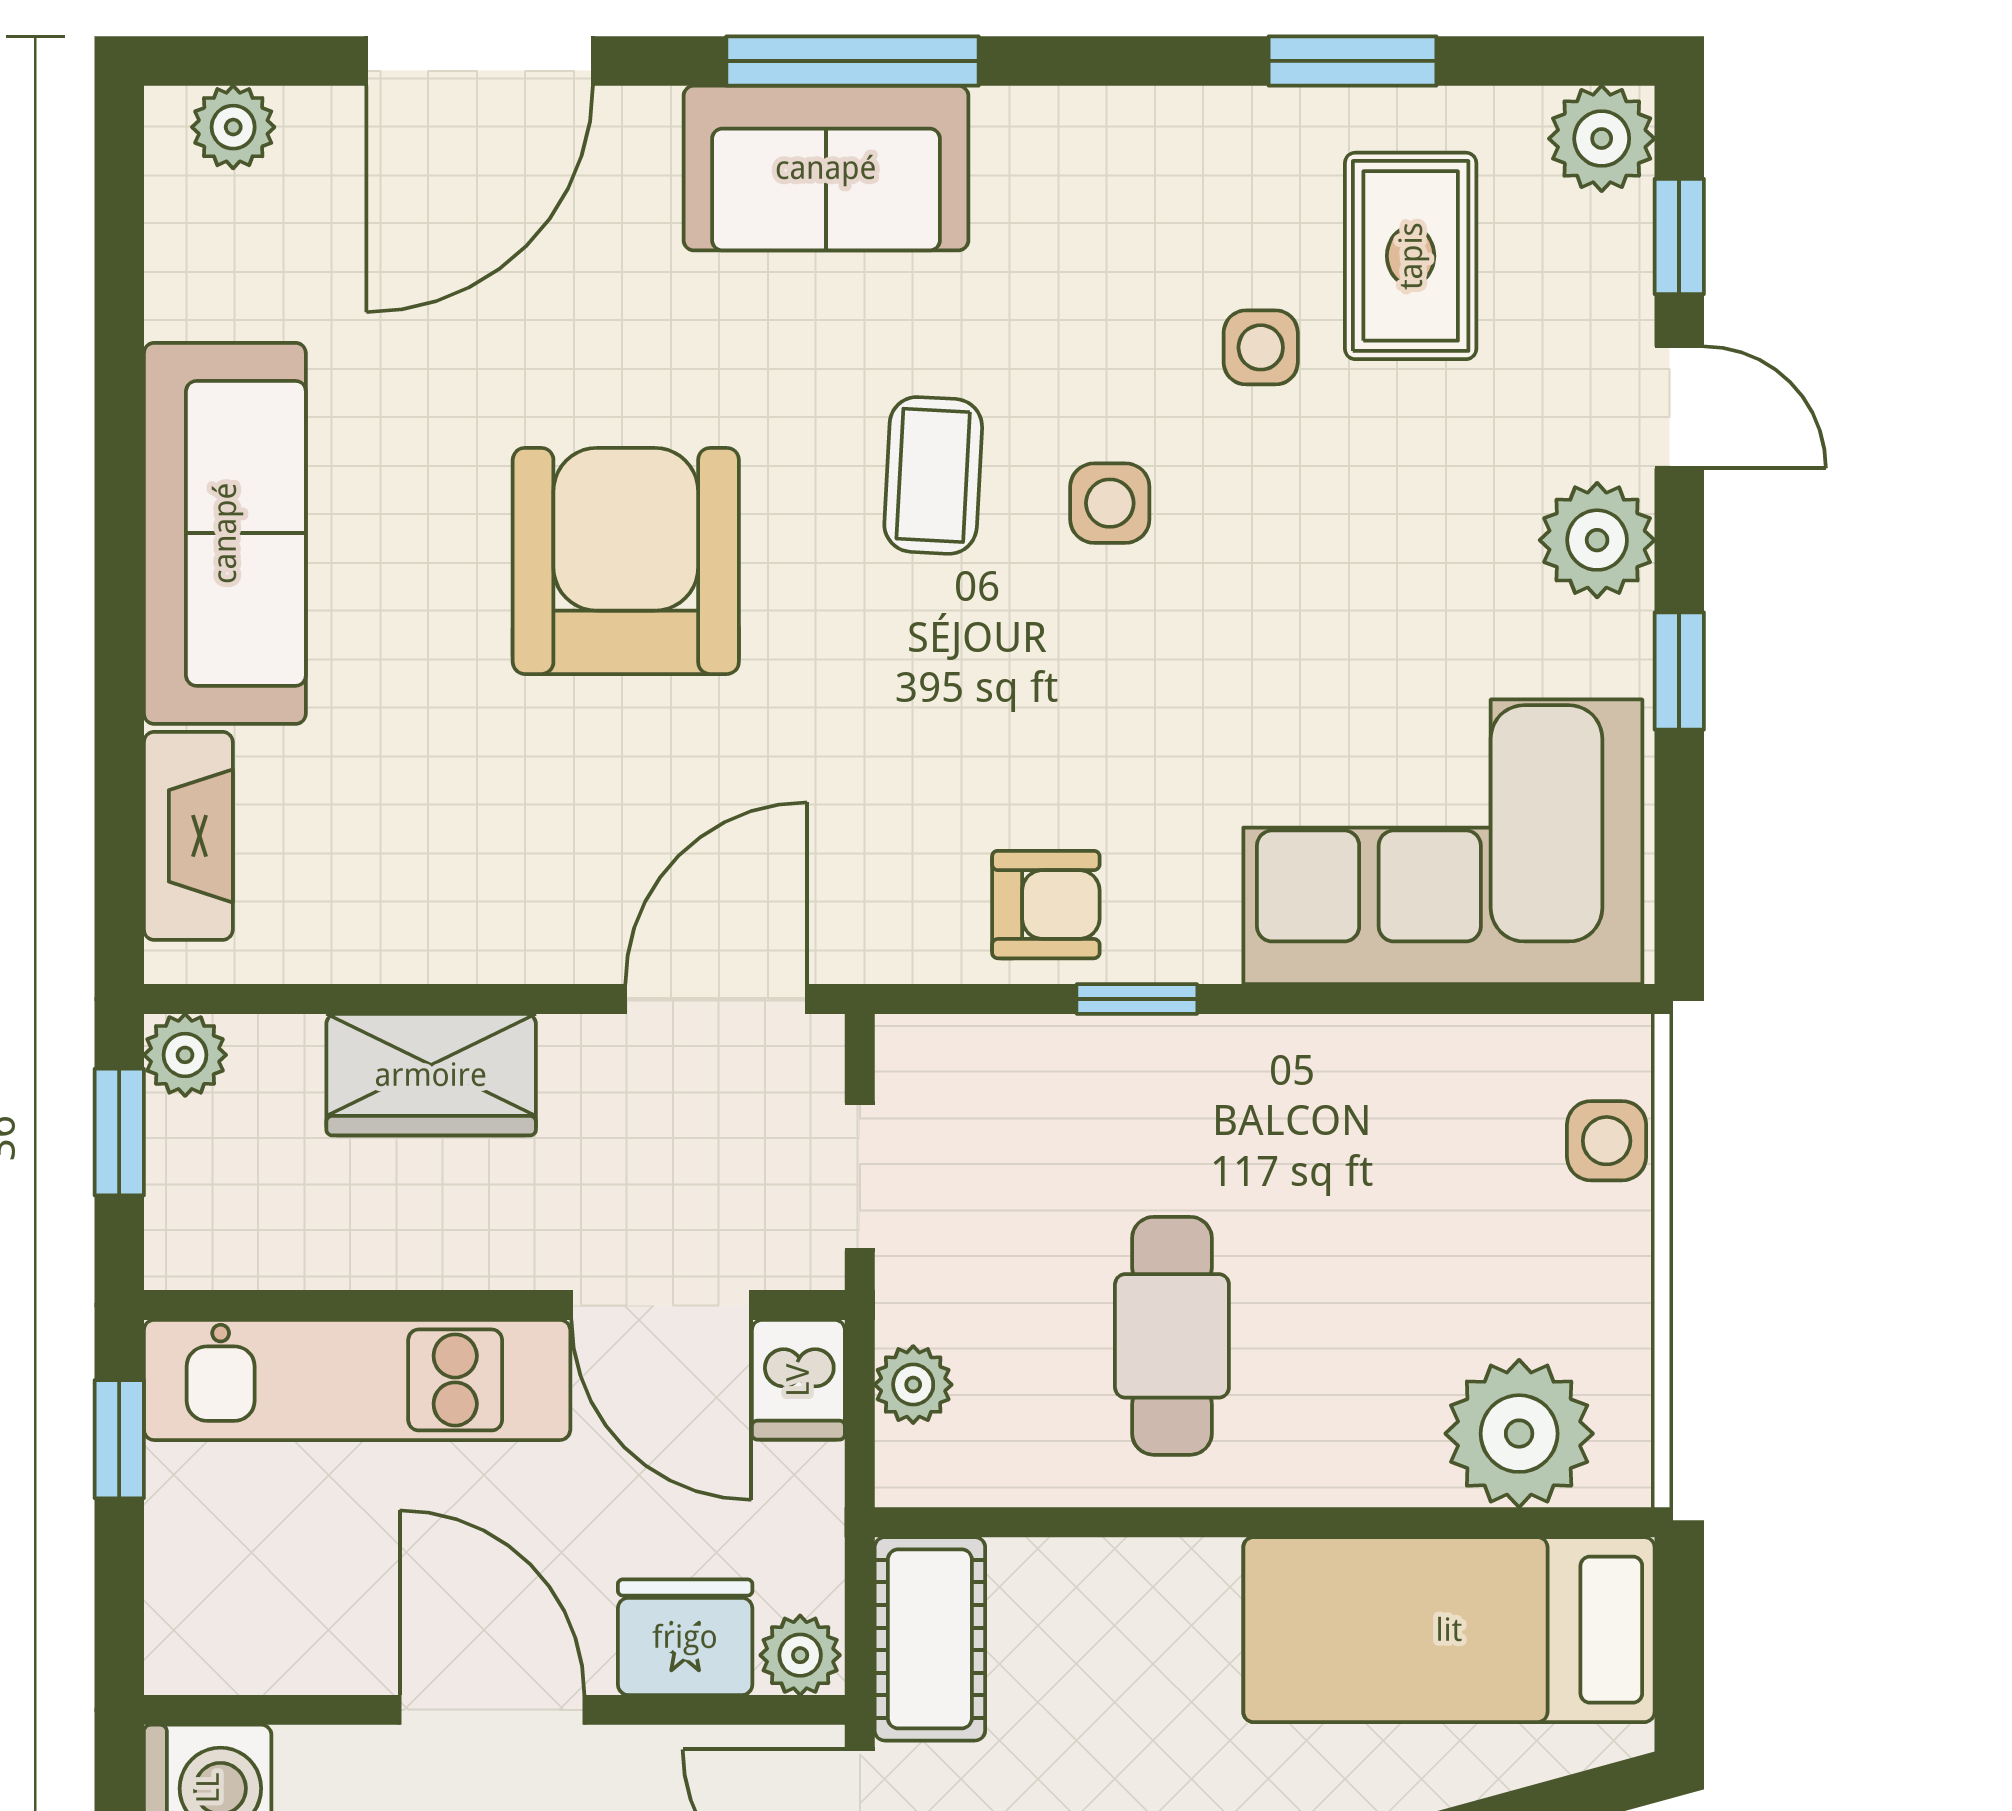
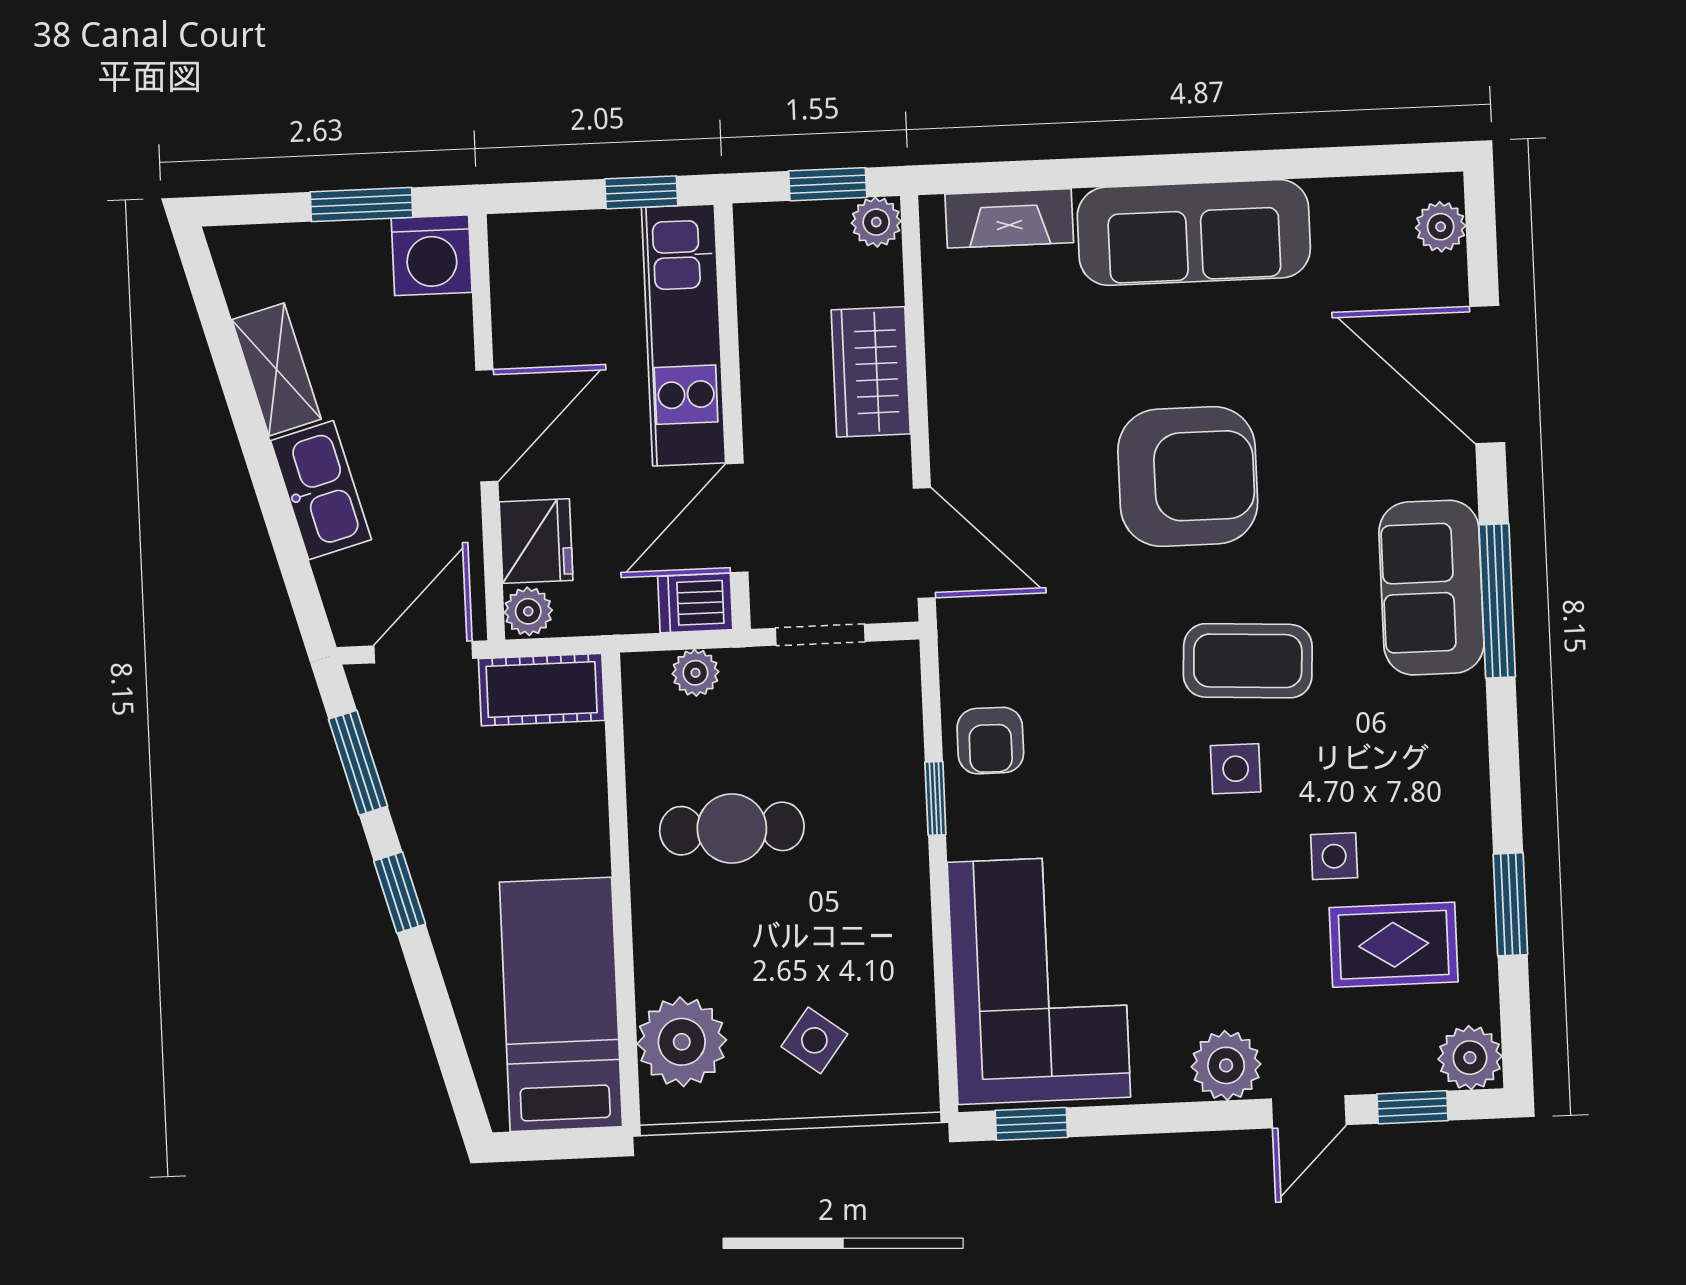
coffee table: (933, 475) -> (1248, 661), width x1.36, depth x1.30
window: (1679, 671) -> (1031, 1124), moved
side table: (1607, 1141) -> (814, 1040), moved, turned 37

